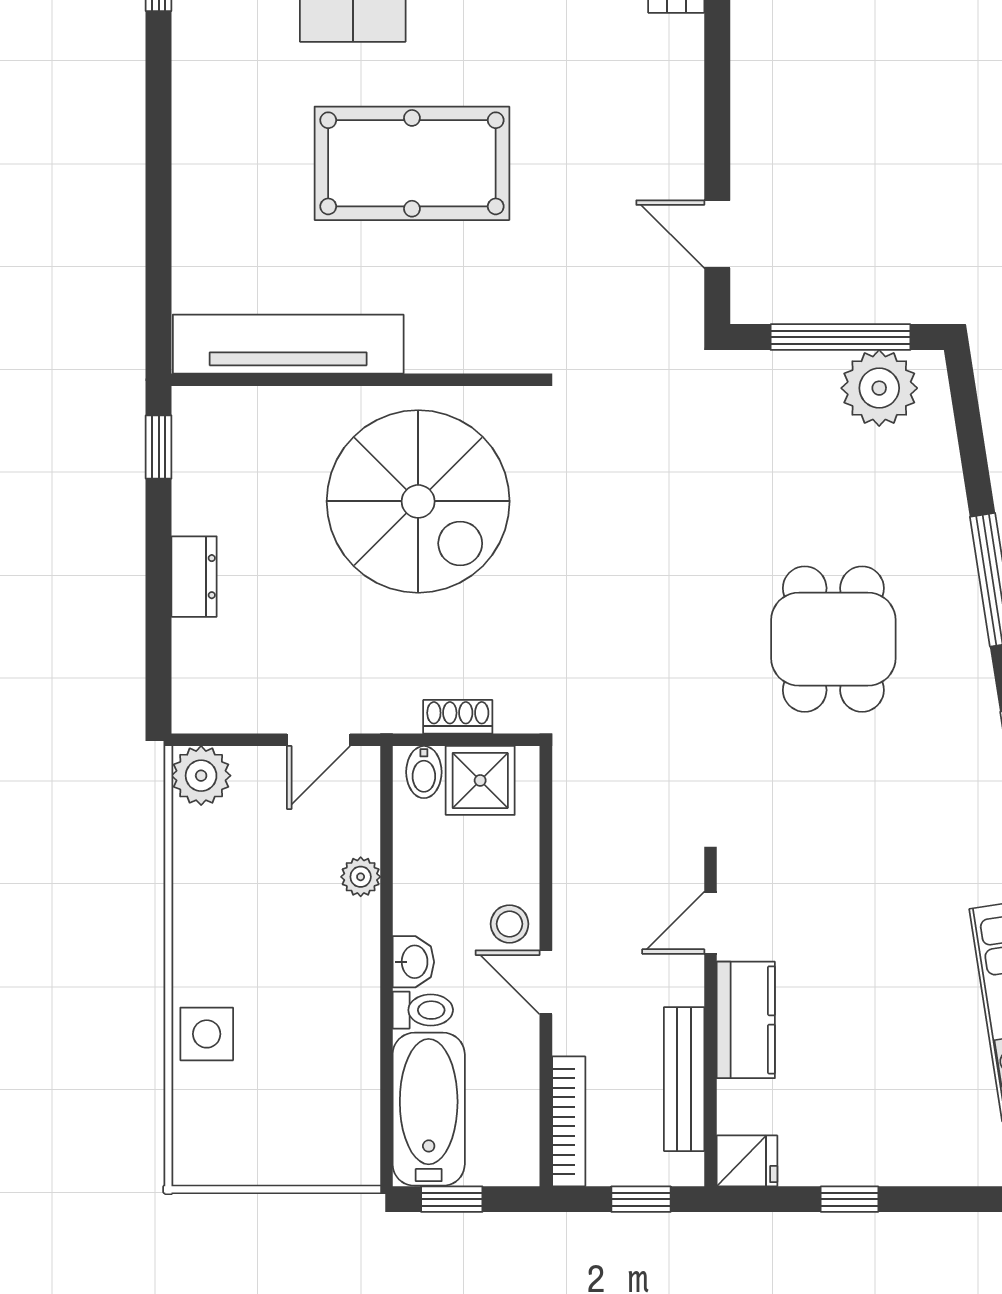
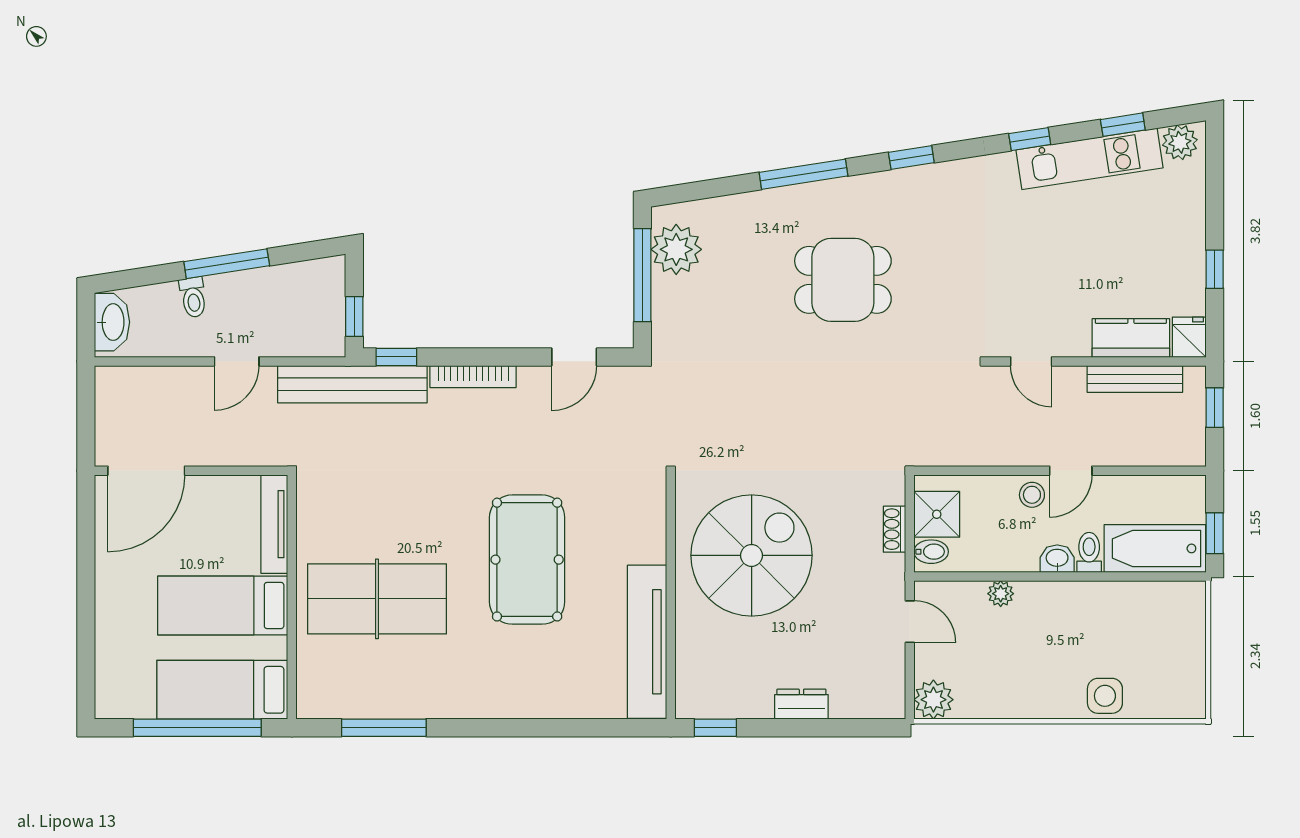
kitchen counter: (746, 1020) -> (1131, 338), moved
bookcase: (569, 1121) -> (473, 377), moved, turned 180

